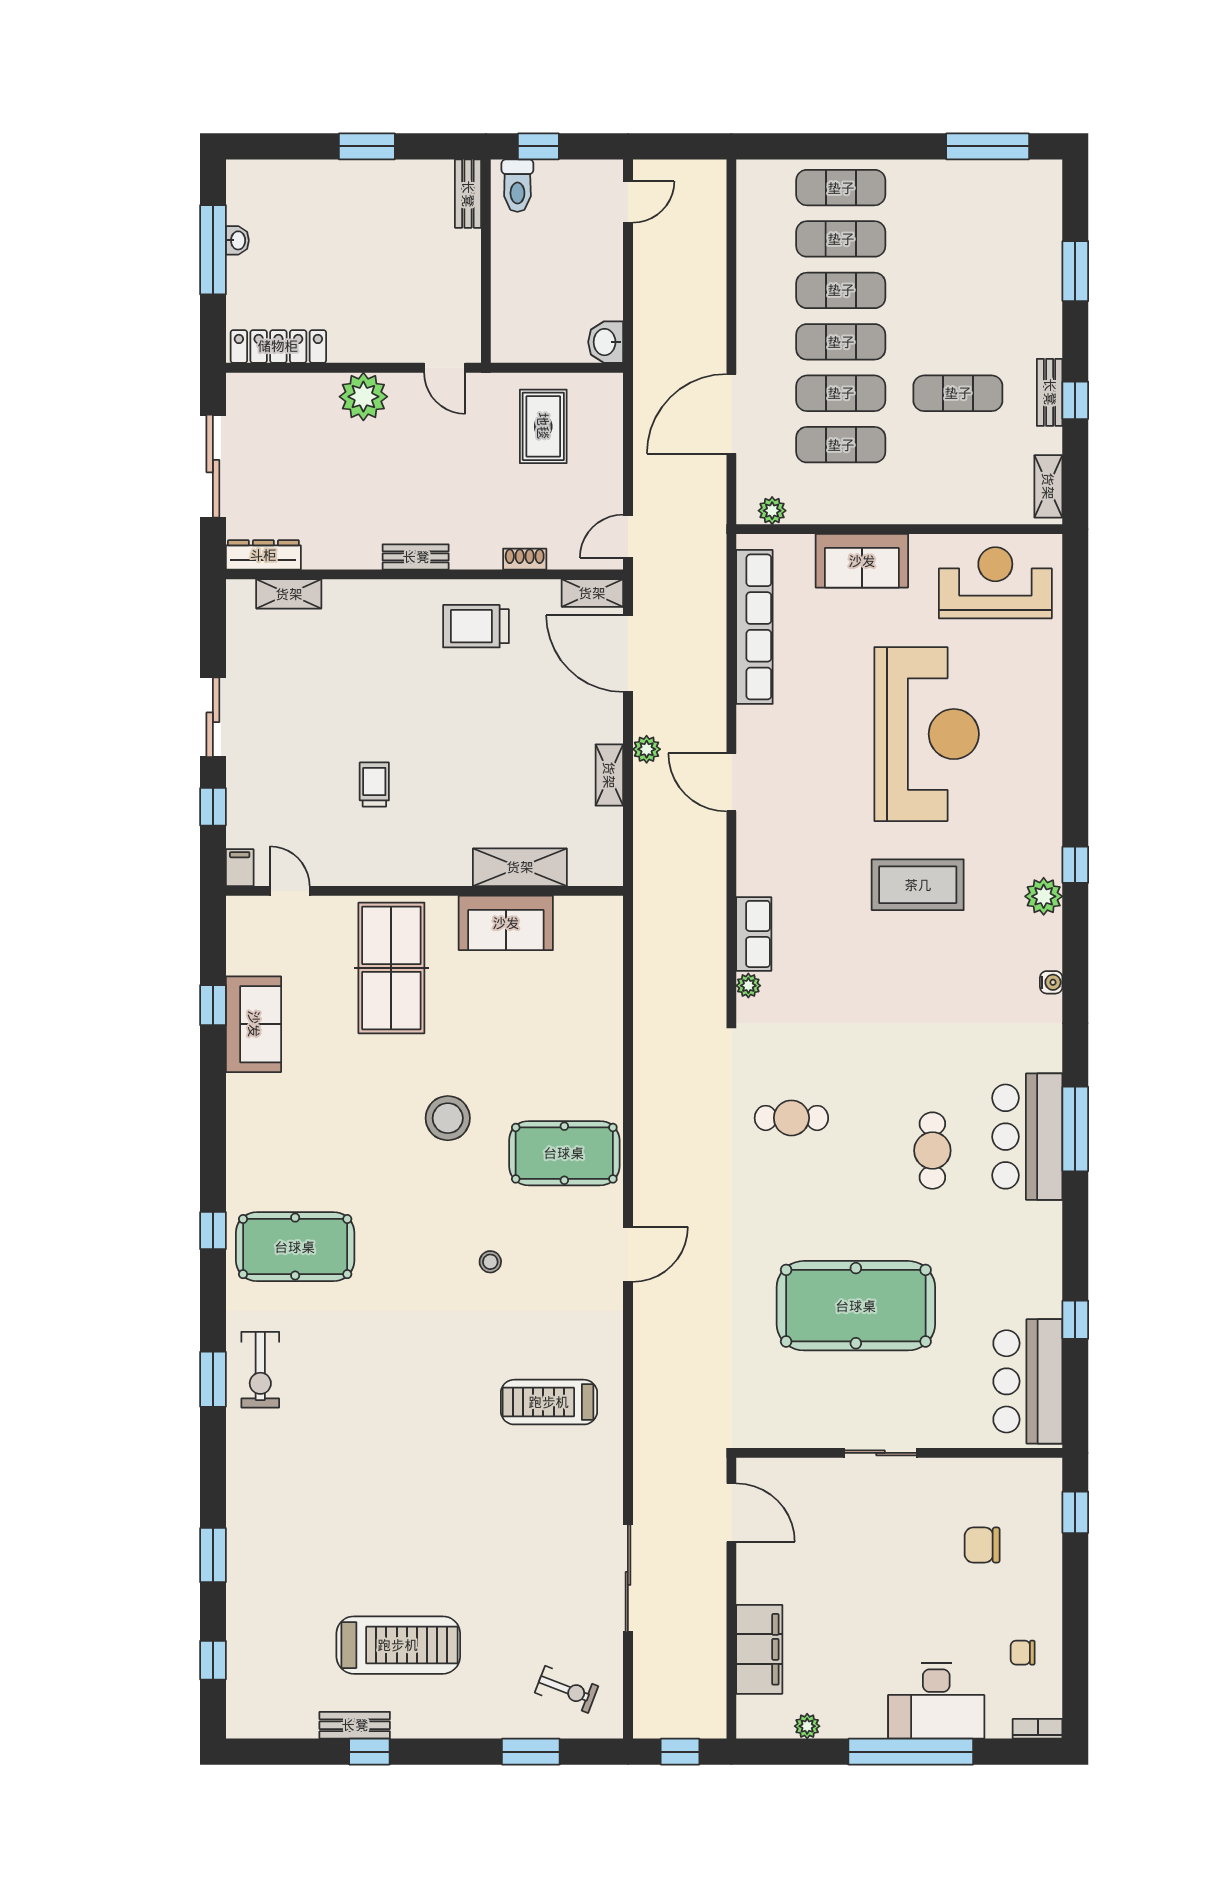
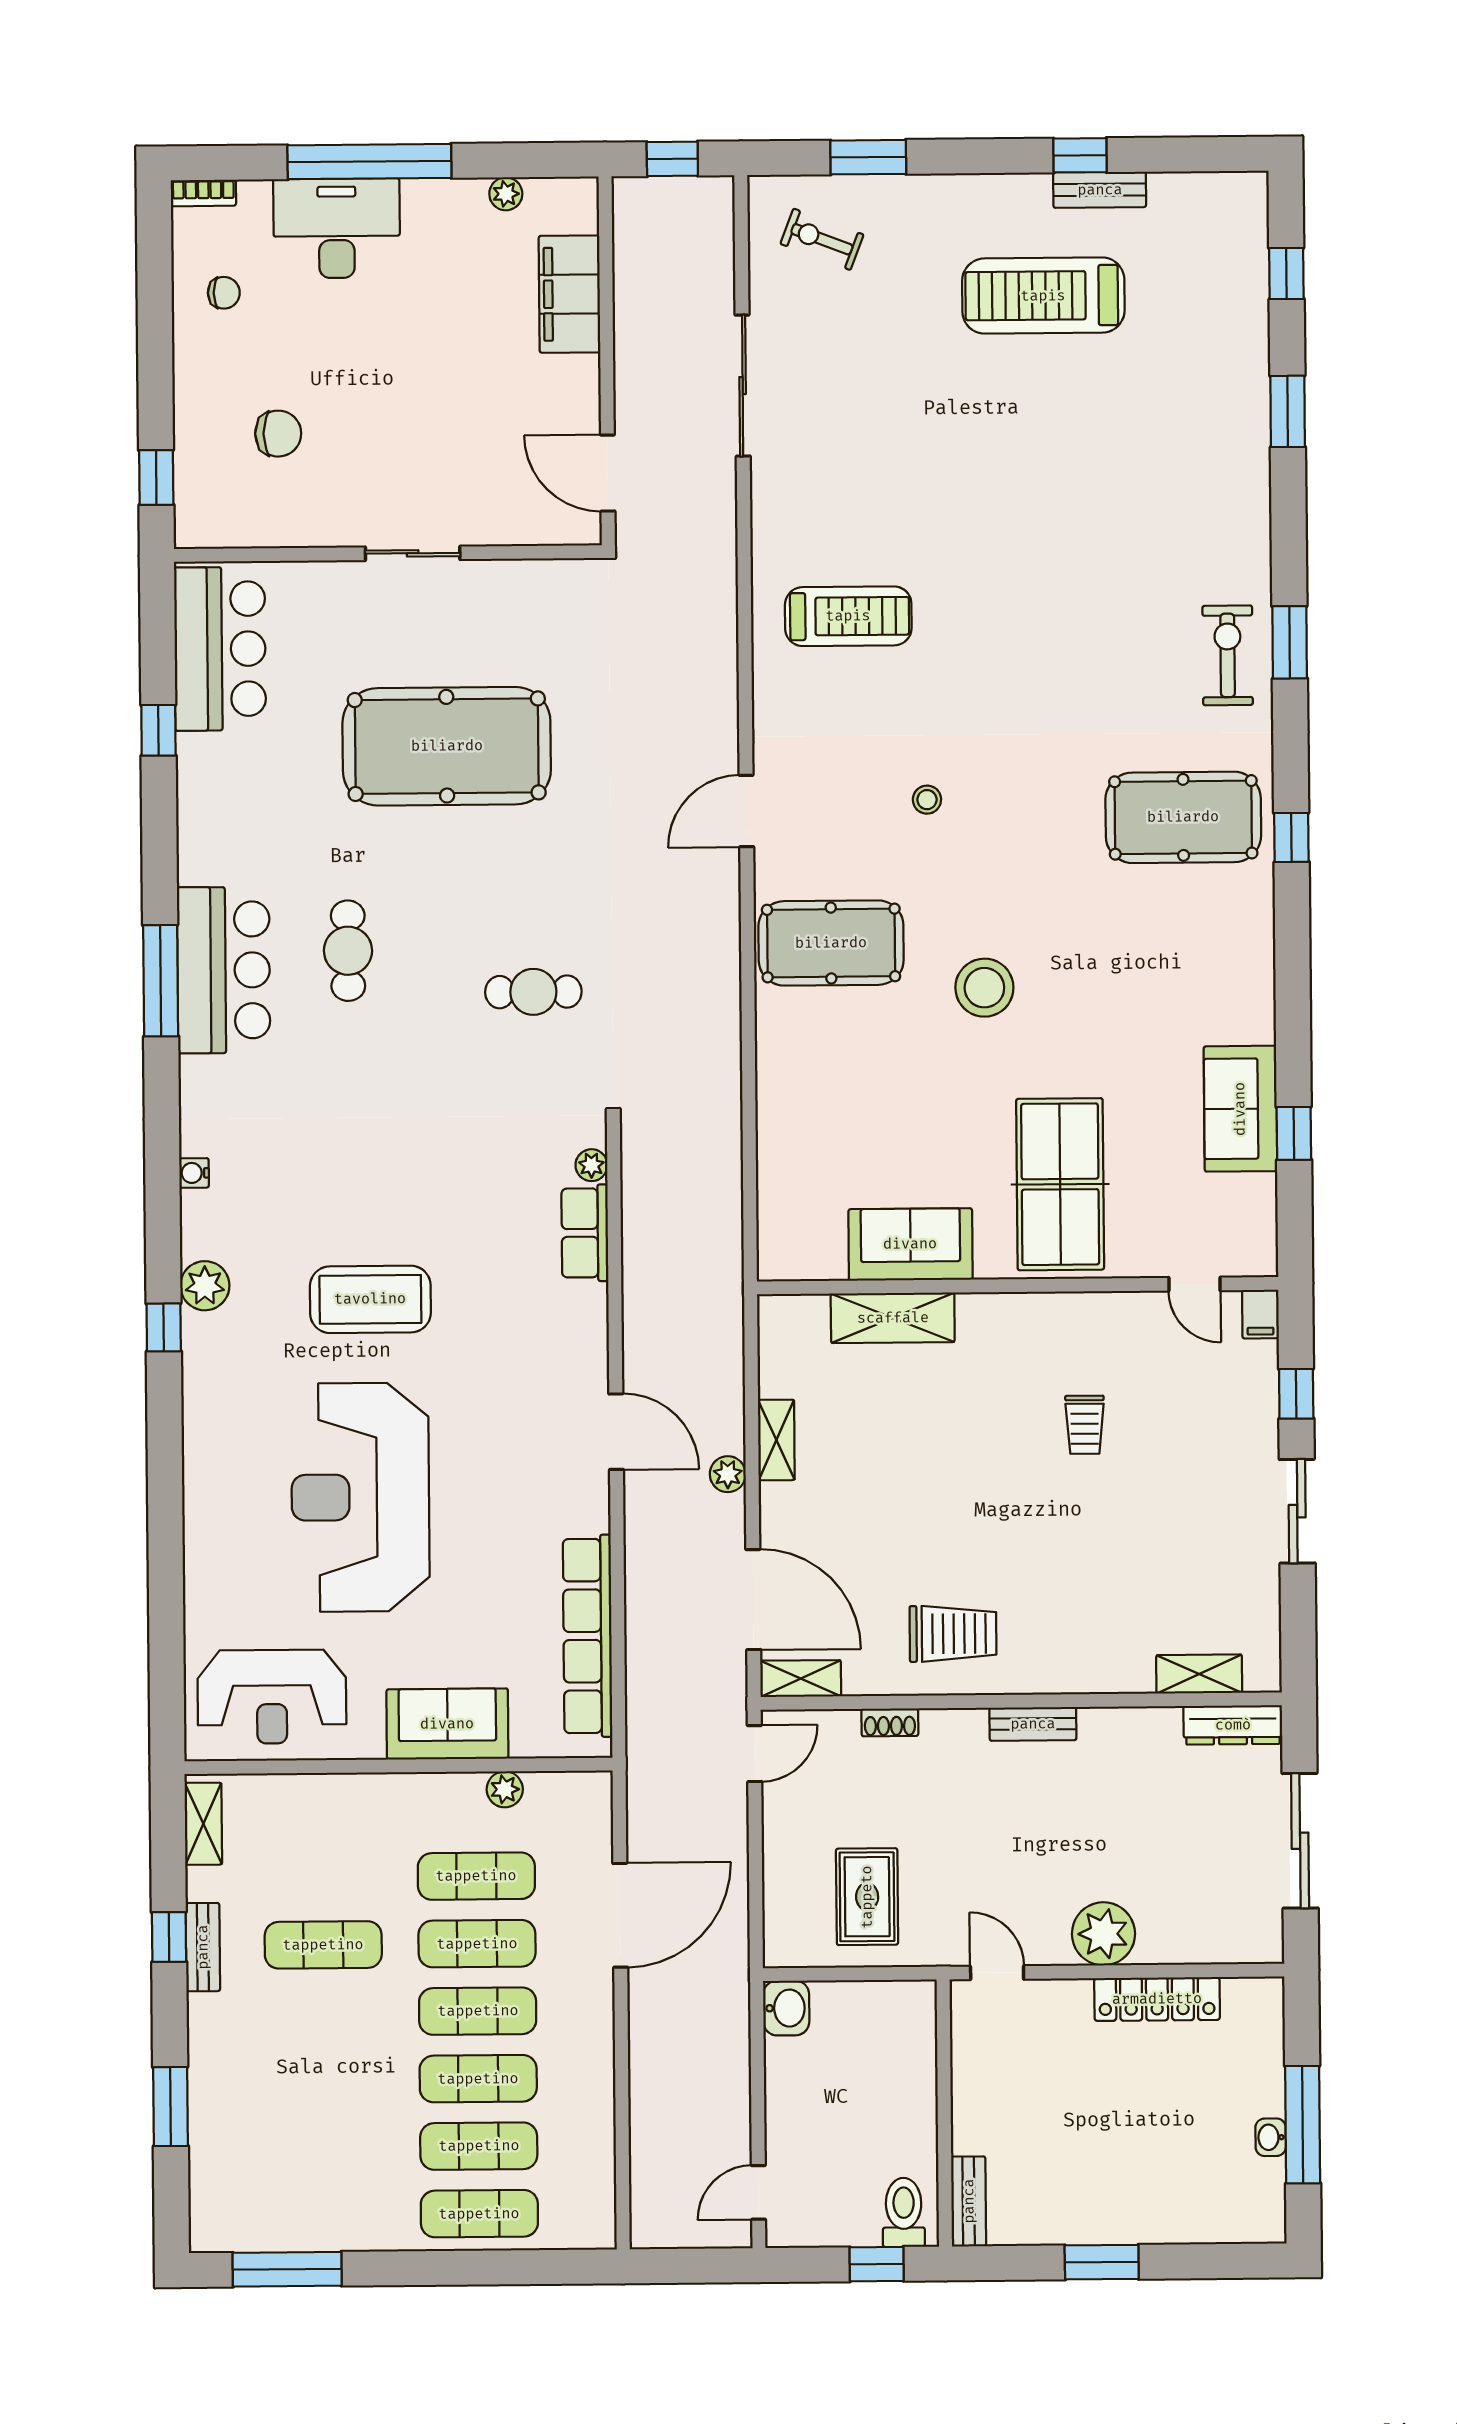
locker: (278, 346) -> (1157, 1999), moved
plant: (772, 511) -> (505, 1789), moved

